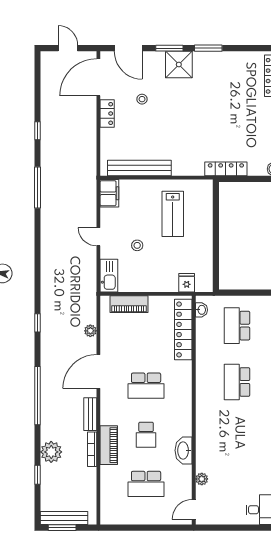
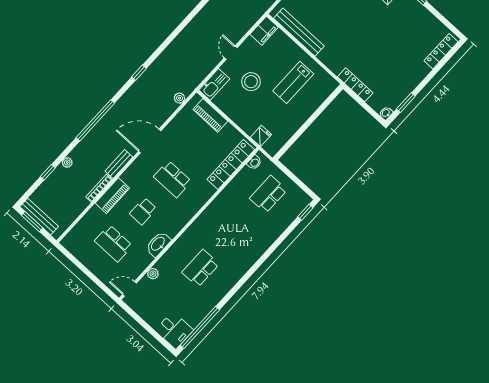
stool: (137, 245) -> (251, 82), width x1.89, depth x1.89
plant: (90, 331) -> (180, 98), moved
school desk: (237, 382) -> (200, 268), moved
plant: (51, 452) -> (67, 162), width x0.53, depth x0.53

